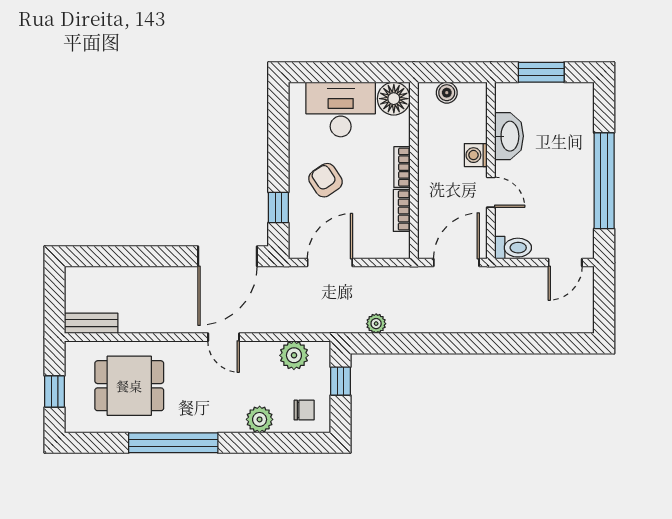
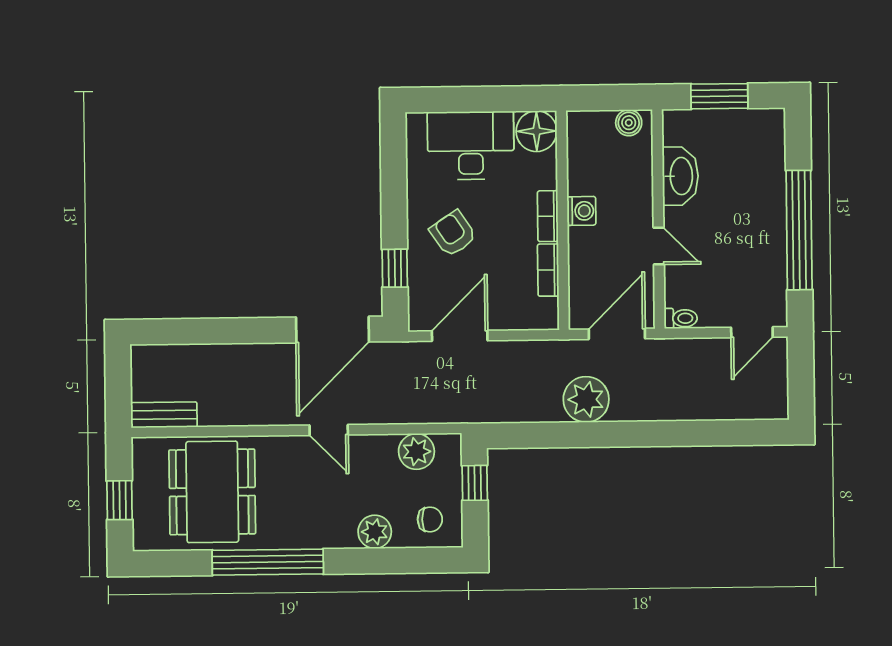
boiler: (447, 93) -> (629, 123), moved
washing machine: (476, 155) -> (581, 211), moved, turned 180
toilet: (513, 248) -> (681, 318), width x0.73, depth x0.72
plant: (376, 324) -> (586, 399), moved, width x1.88, depth x1.88
dining table: (129, 386) -> (212, 492), width x1.38

